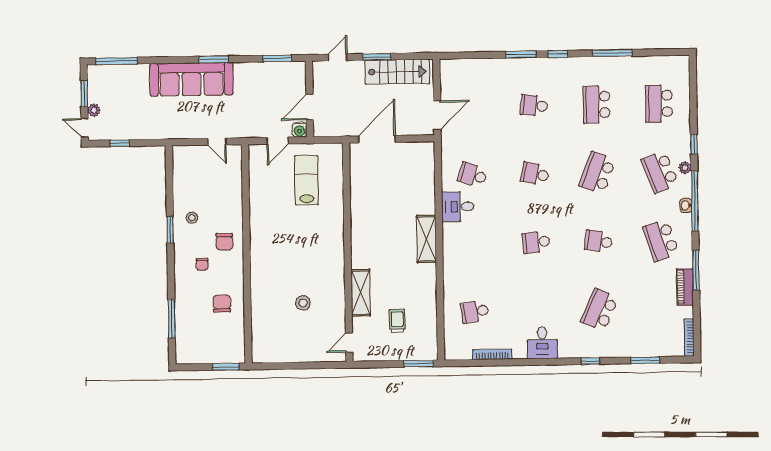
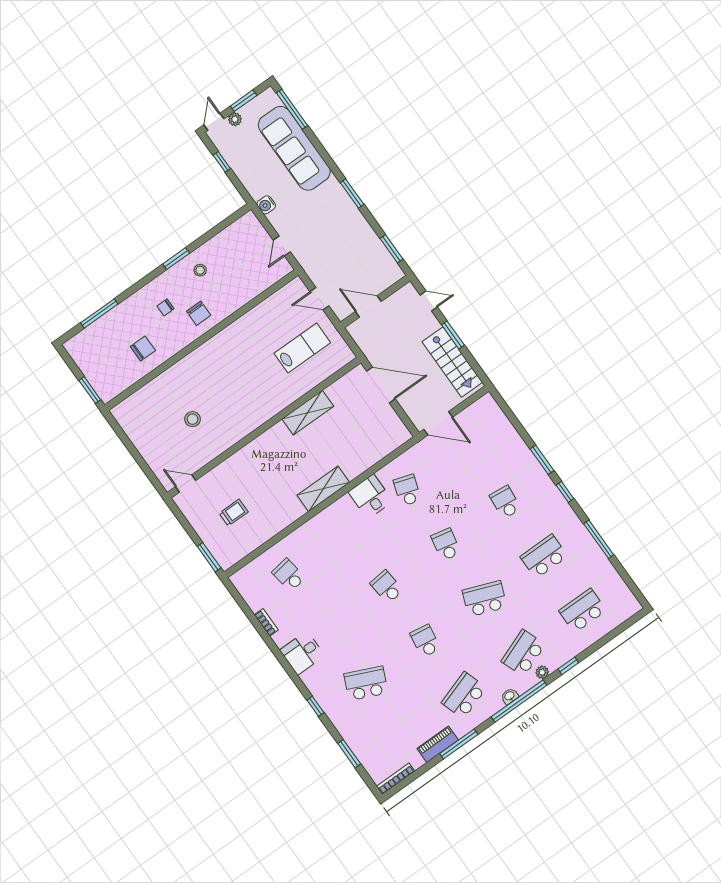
sofa: (191, 79) -> (294, 148), moved
water cooler: (299, 130) -> (266, 205), moved
chair: (224, 242) -> (199, 313), turned -90
shelving: (361, 293) -> (308, 413), moved
bookcase: (492, 354) -> (266, 622), width x0.64

